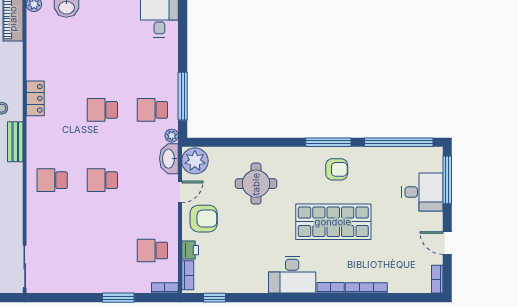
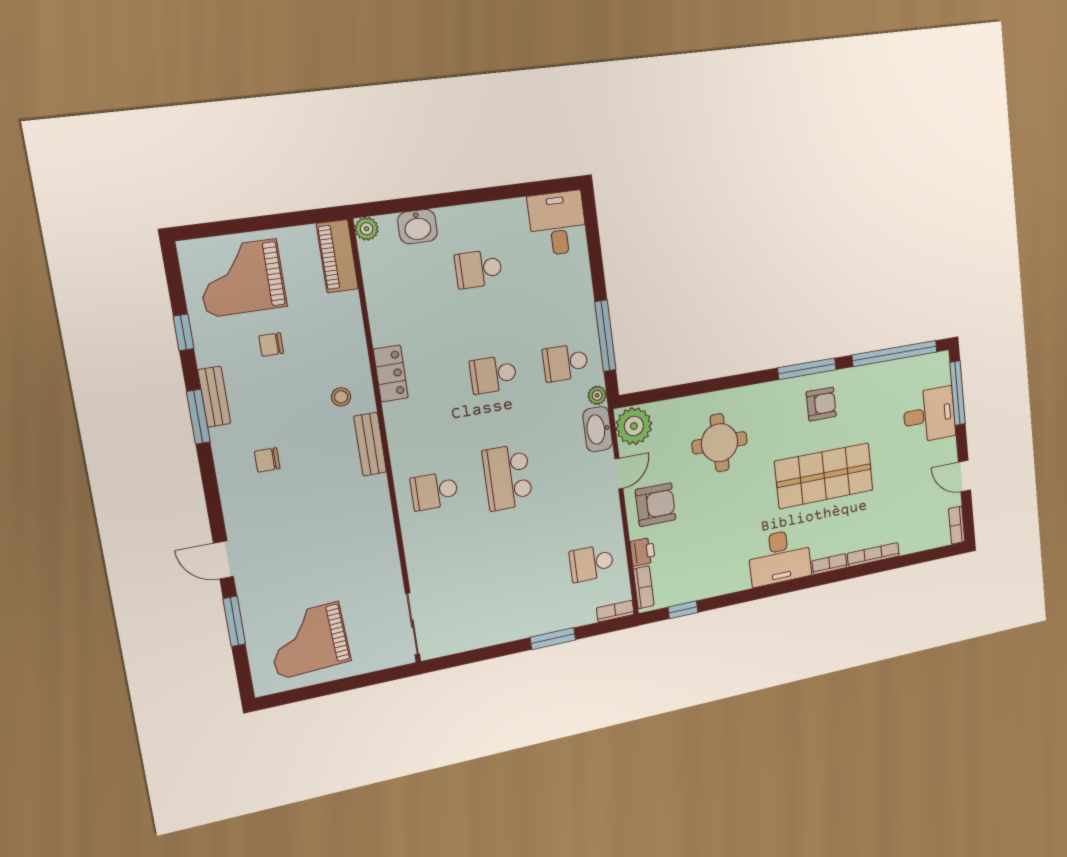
school desk: (102, 39) -> (479, 269), added
school desk: (102, 180) -> (508, 477), width x1.85

